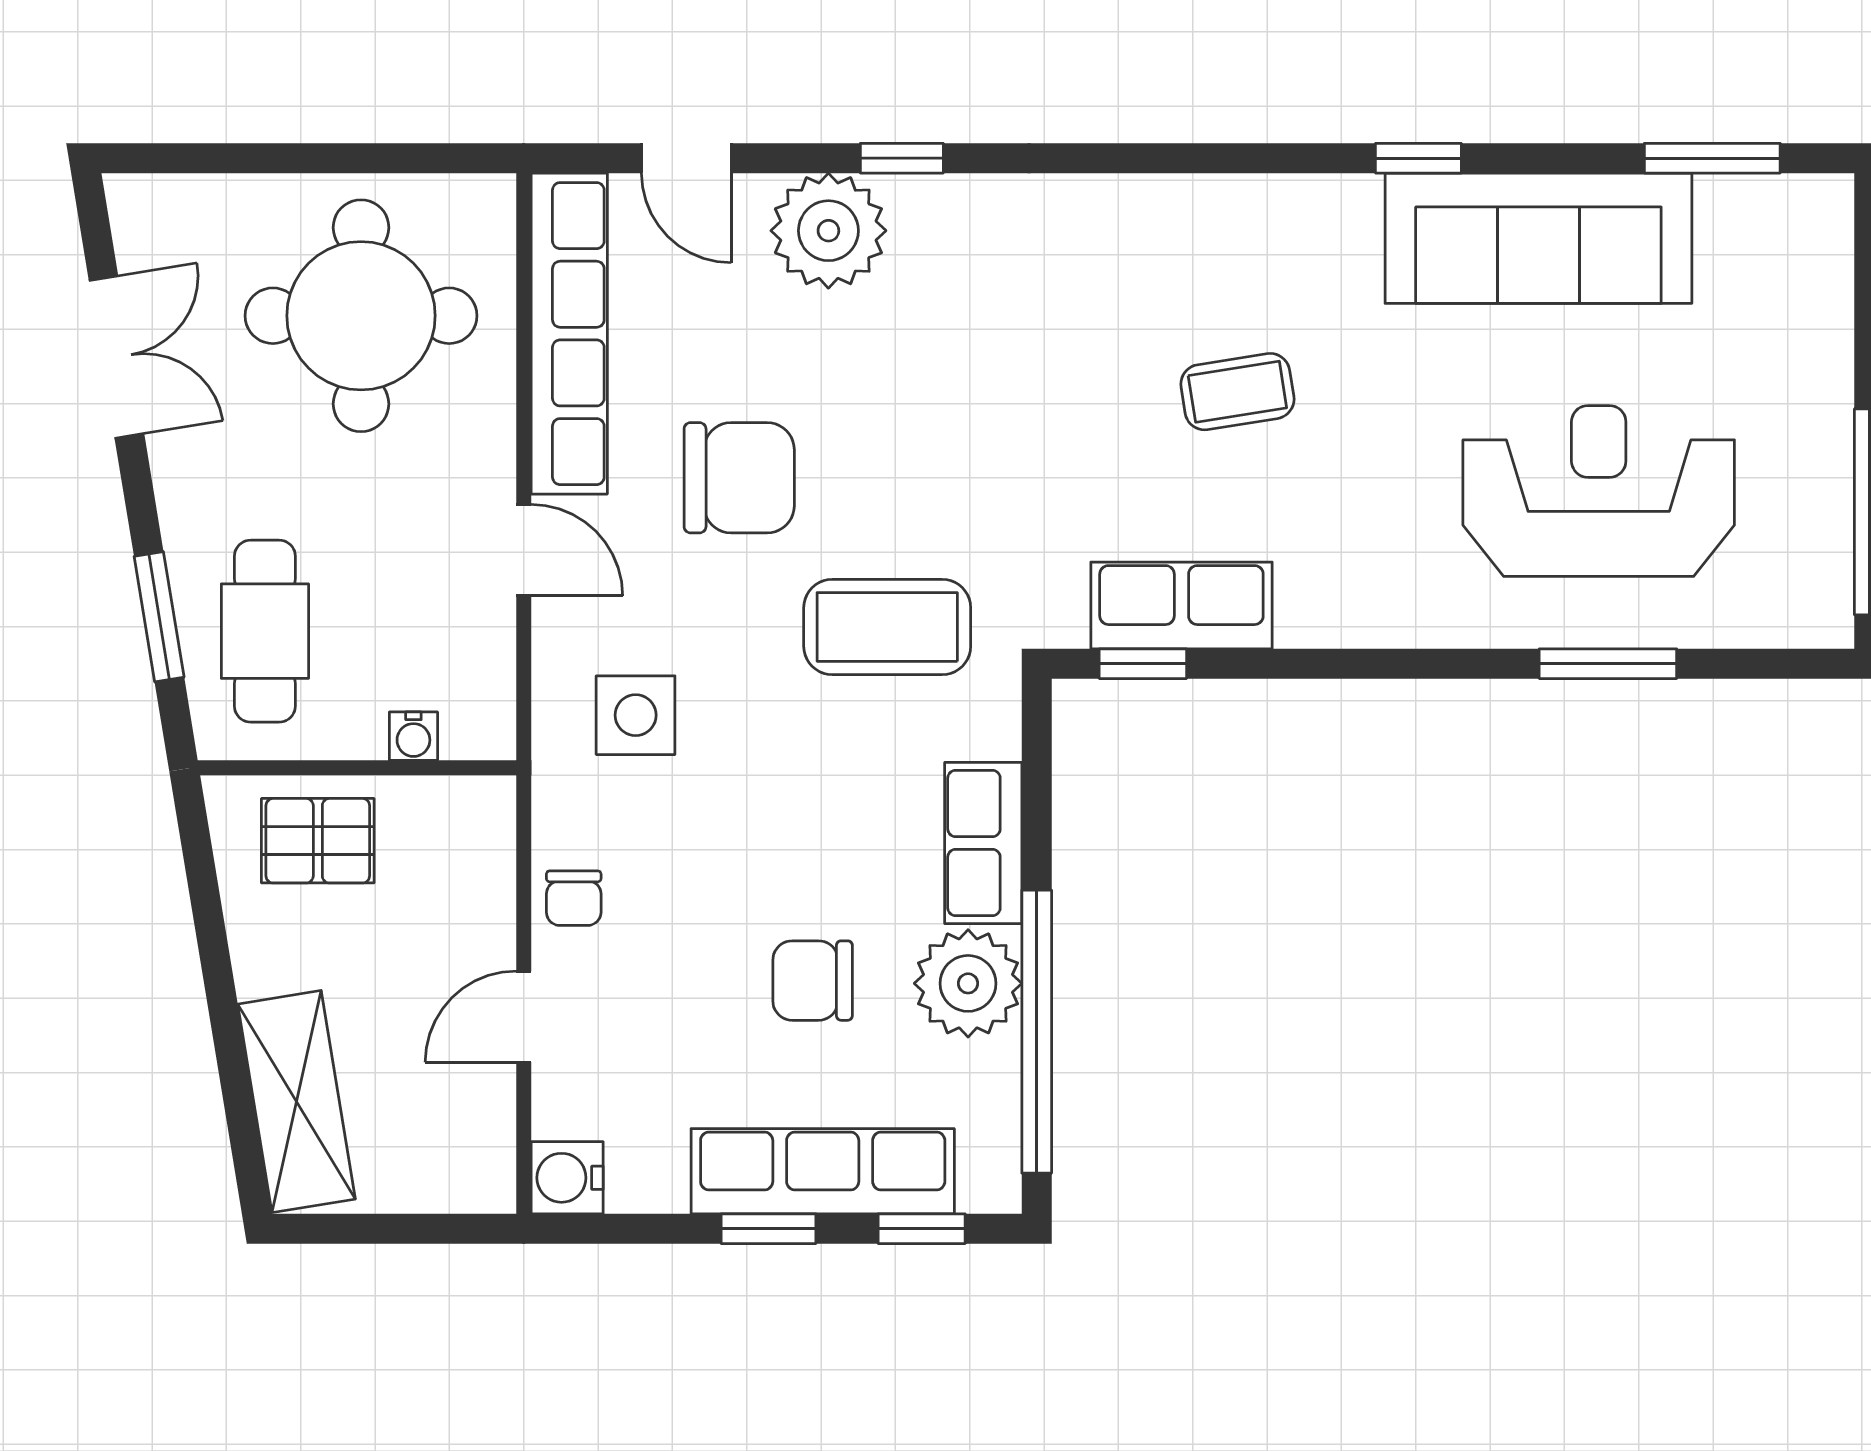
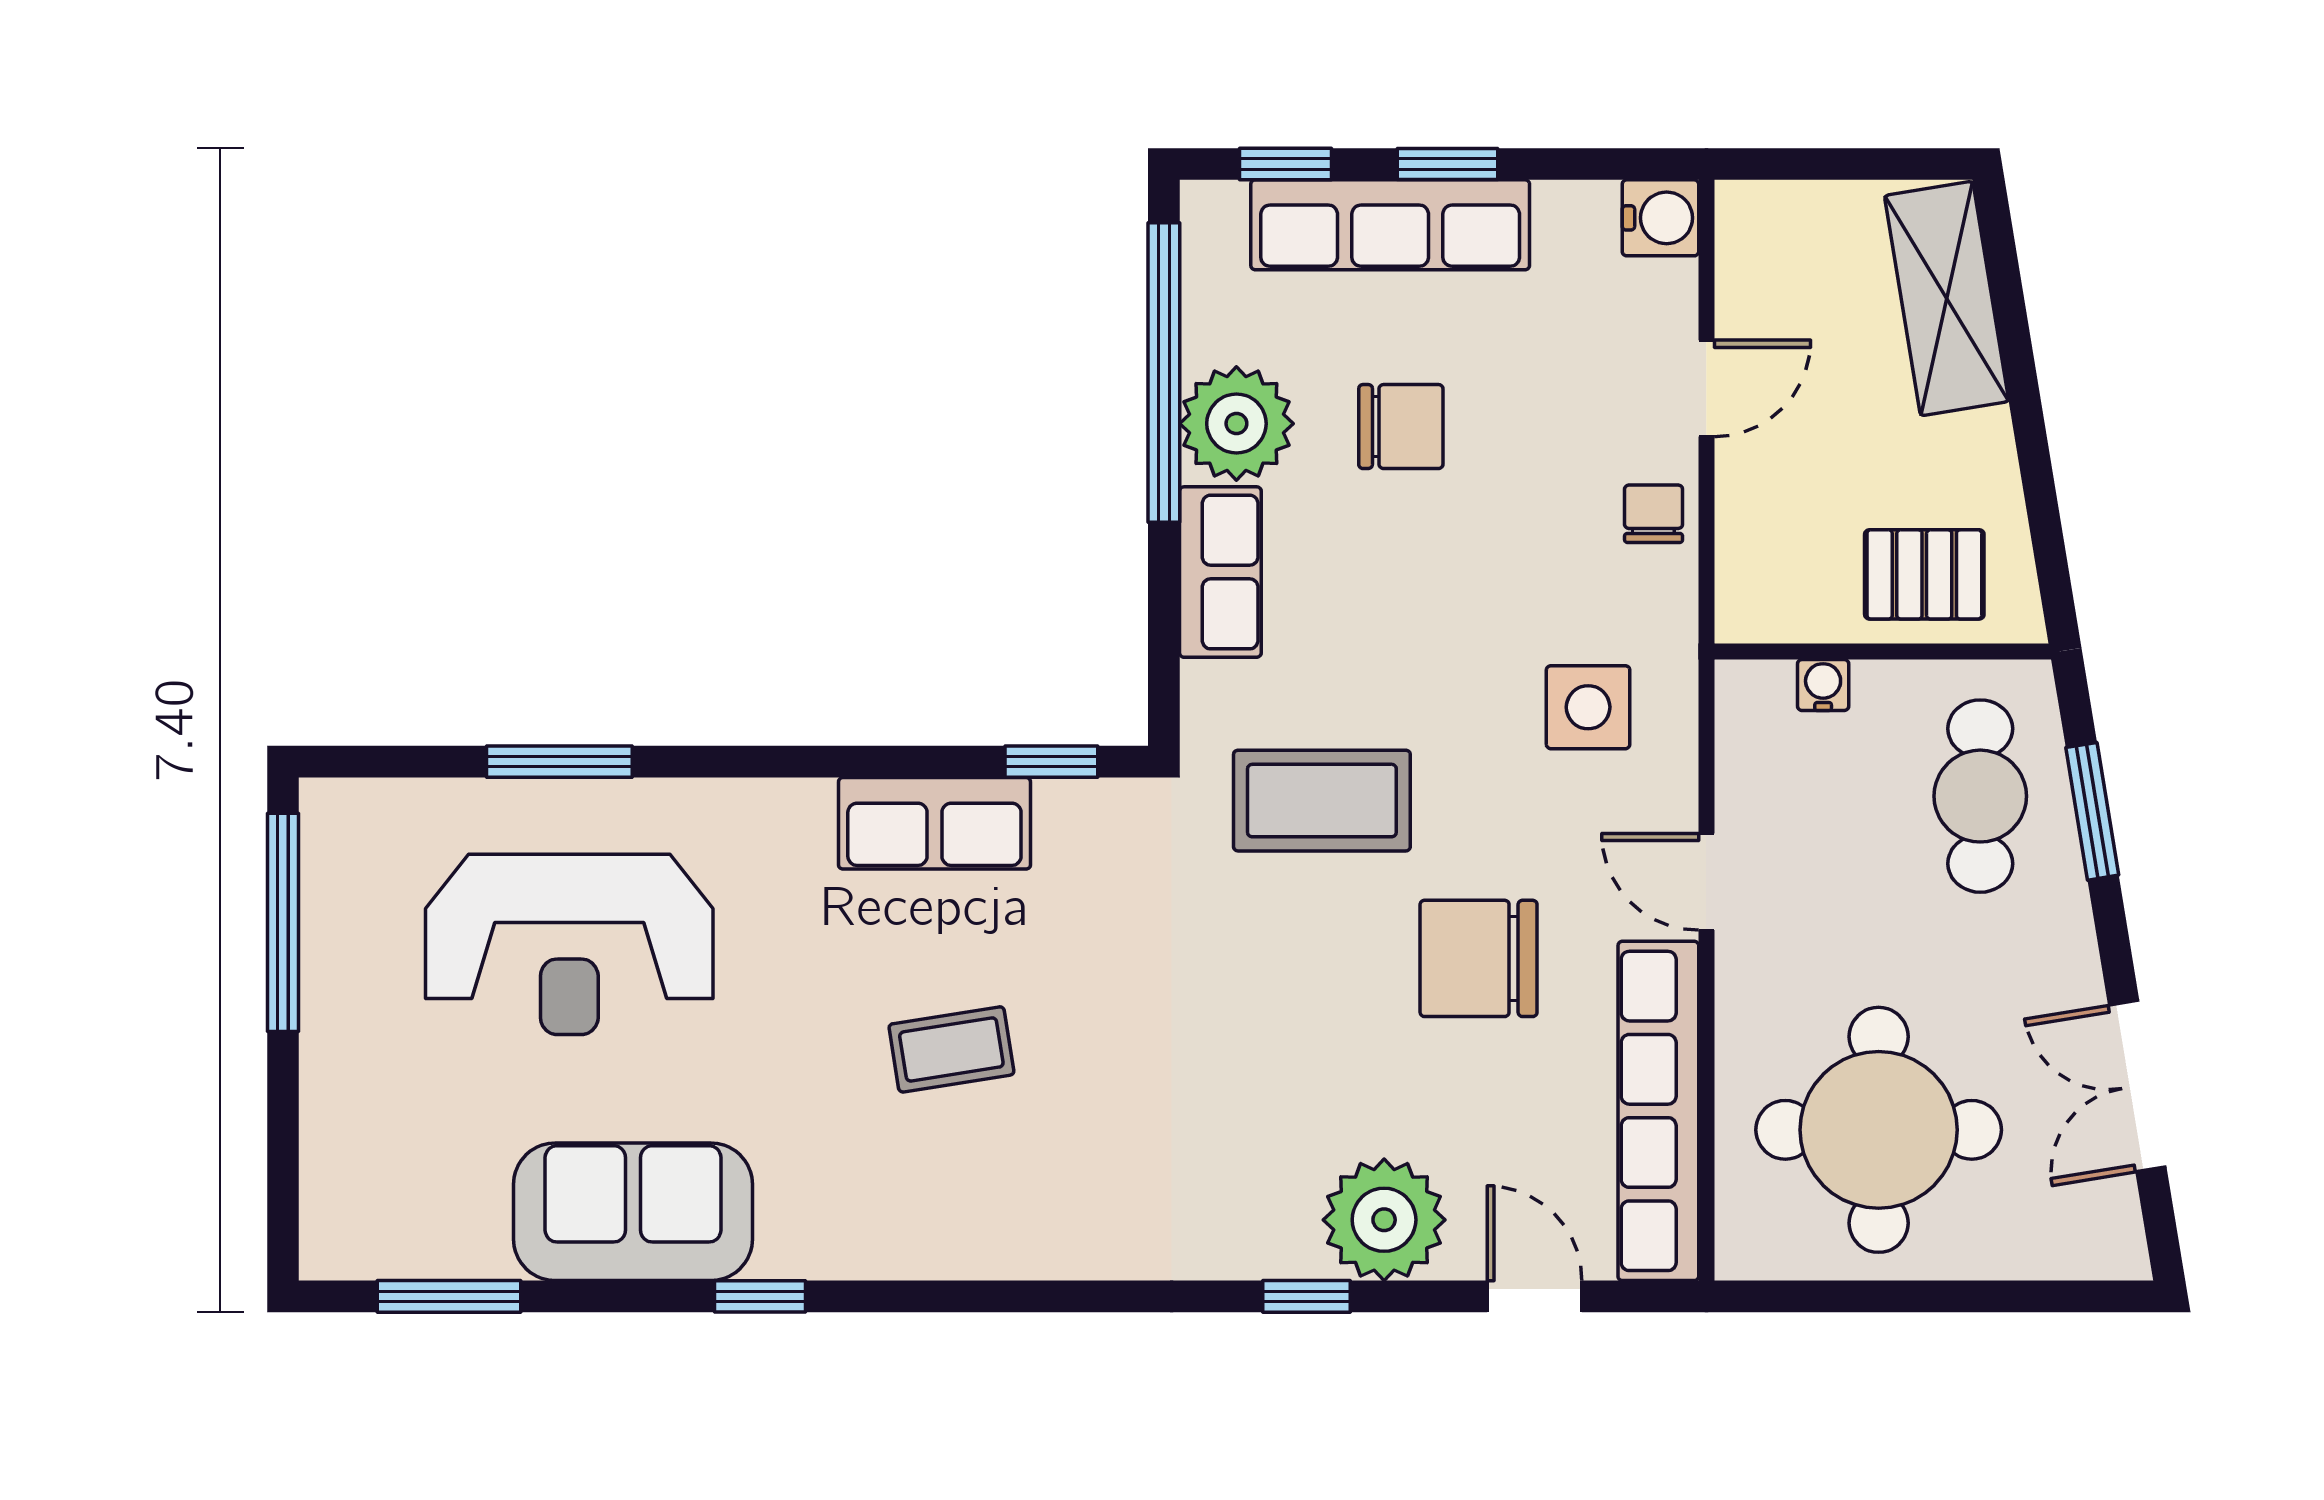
sofa: (1538, 238) -> (633, 1212), width x0.73
row of seats: (1181, 605) -> (934, 823), moved

